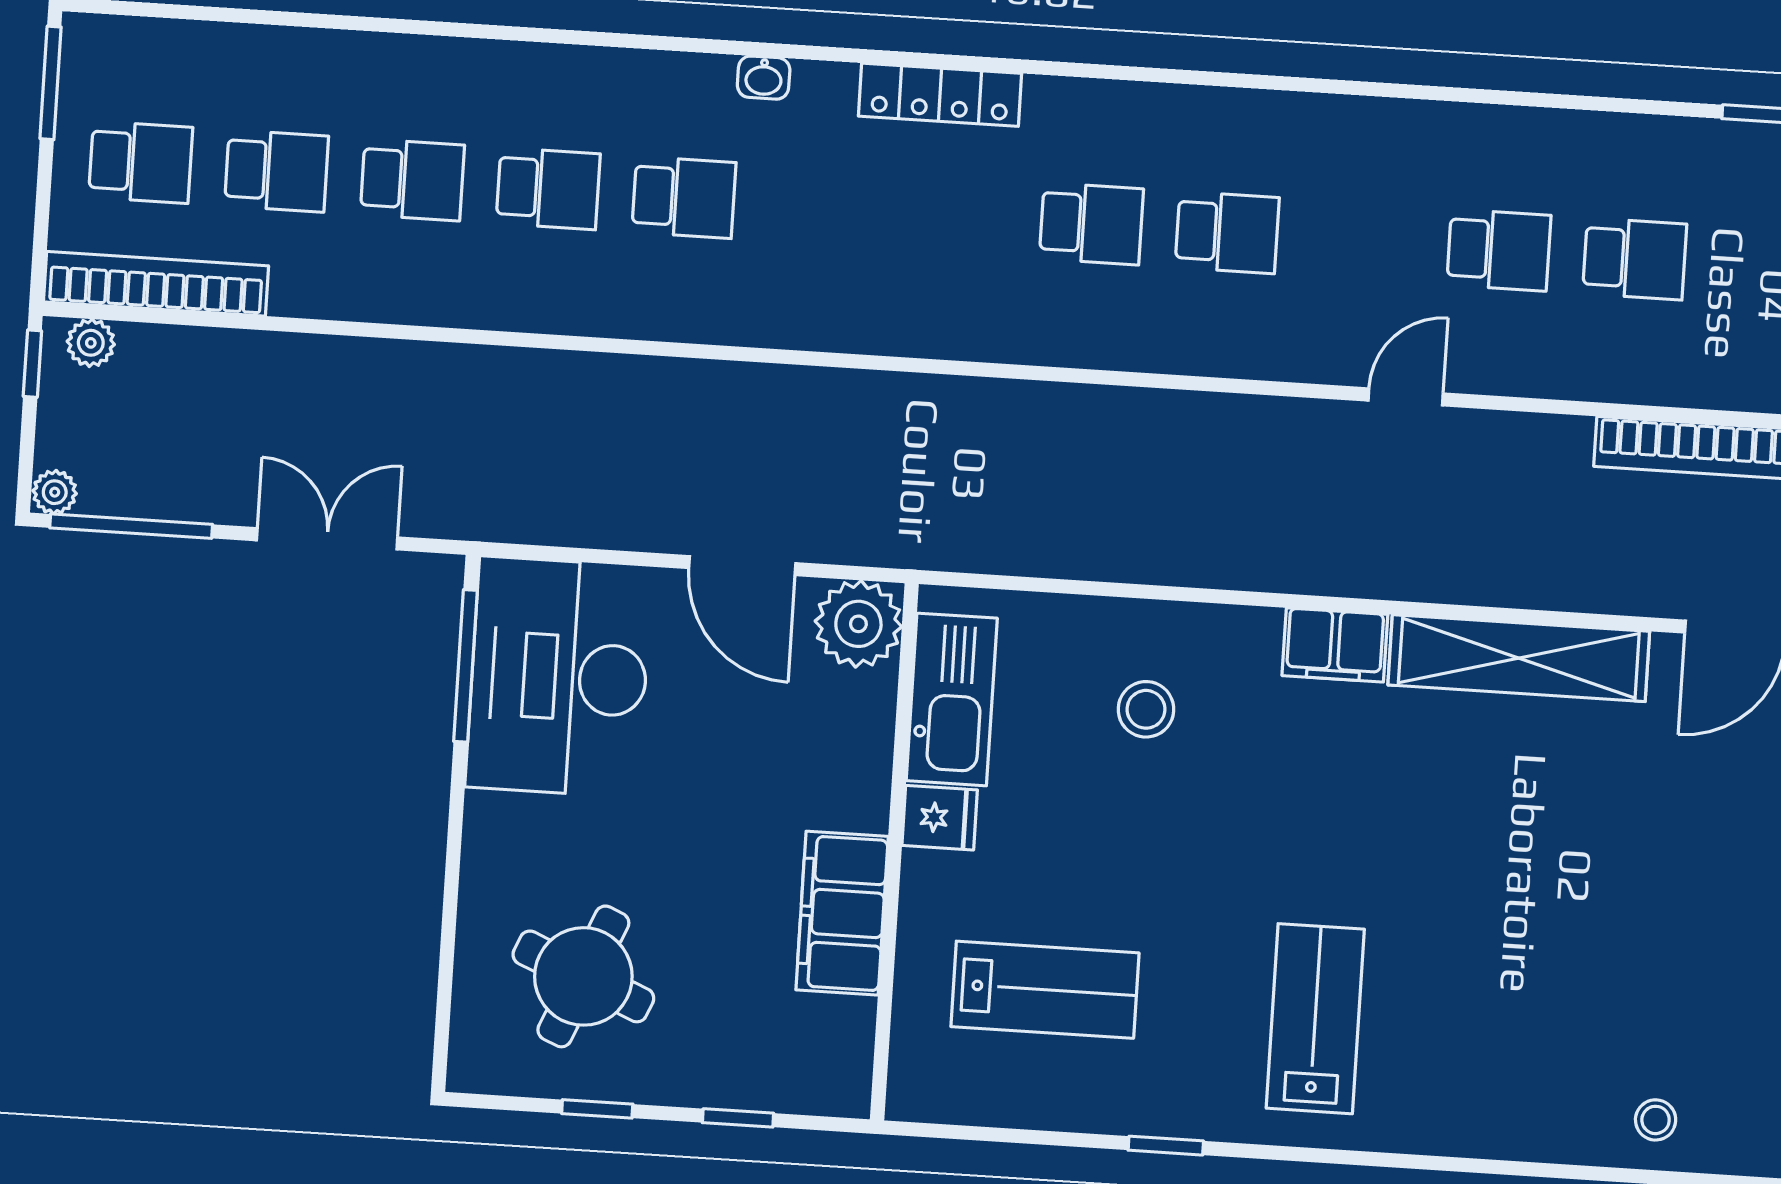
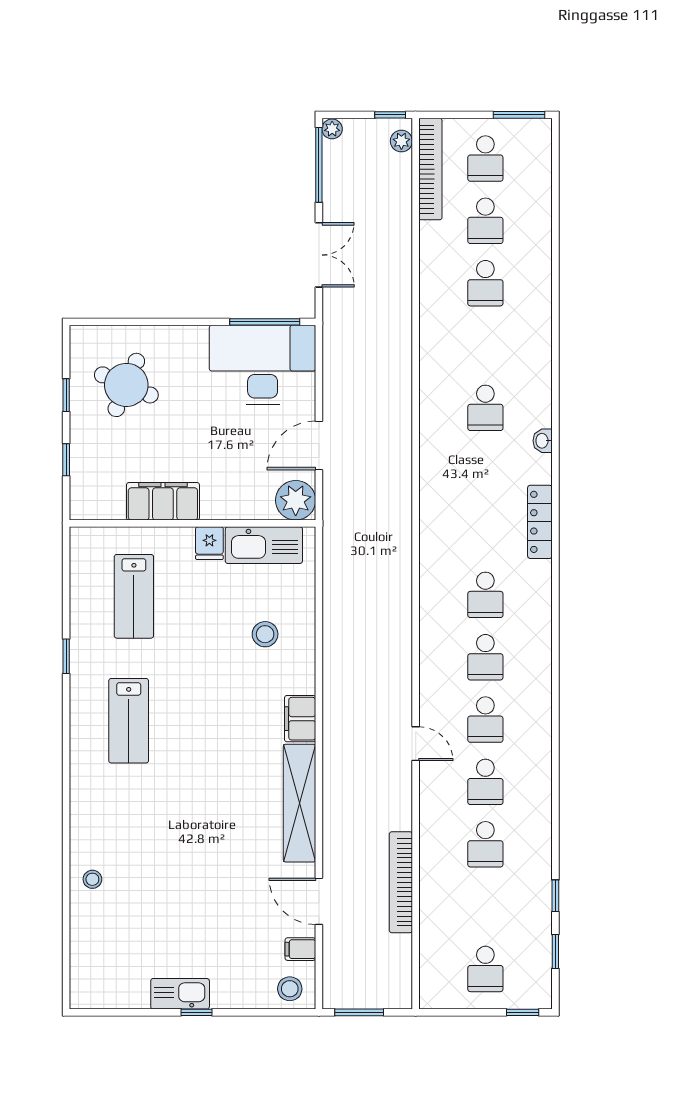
school desk: (548, 189) -> (485, 720), moved
lab bench: (1315, 1019) -> (129, 721), turned 90

